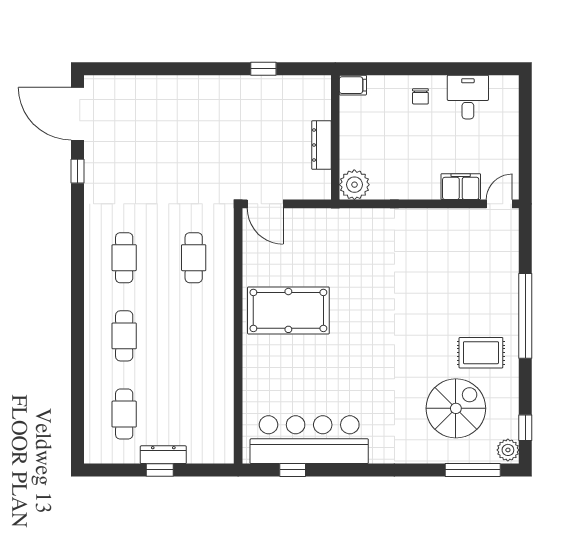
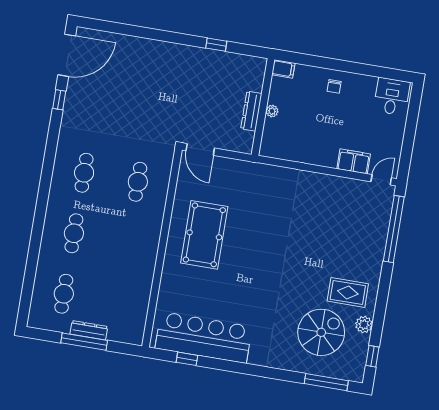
desk: (468, 97) -> (392, 97), moved
door: (78, 114) -> (67, 55), swing flipped
plant: (354, 185) -> (272, 111), moved, width x0.53, depth x0.53
pool table: (288, 310) -> (204, 235), turned 90
window: (525, 316) -> (394, 229), moved
plant: (508, 450) -> (364, 325), moved
window: (160, 470) -> (84, 342), width x2.17

